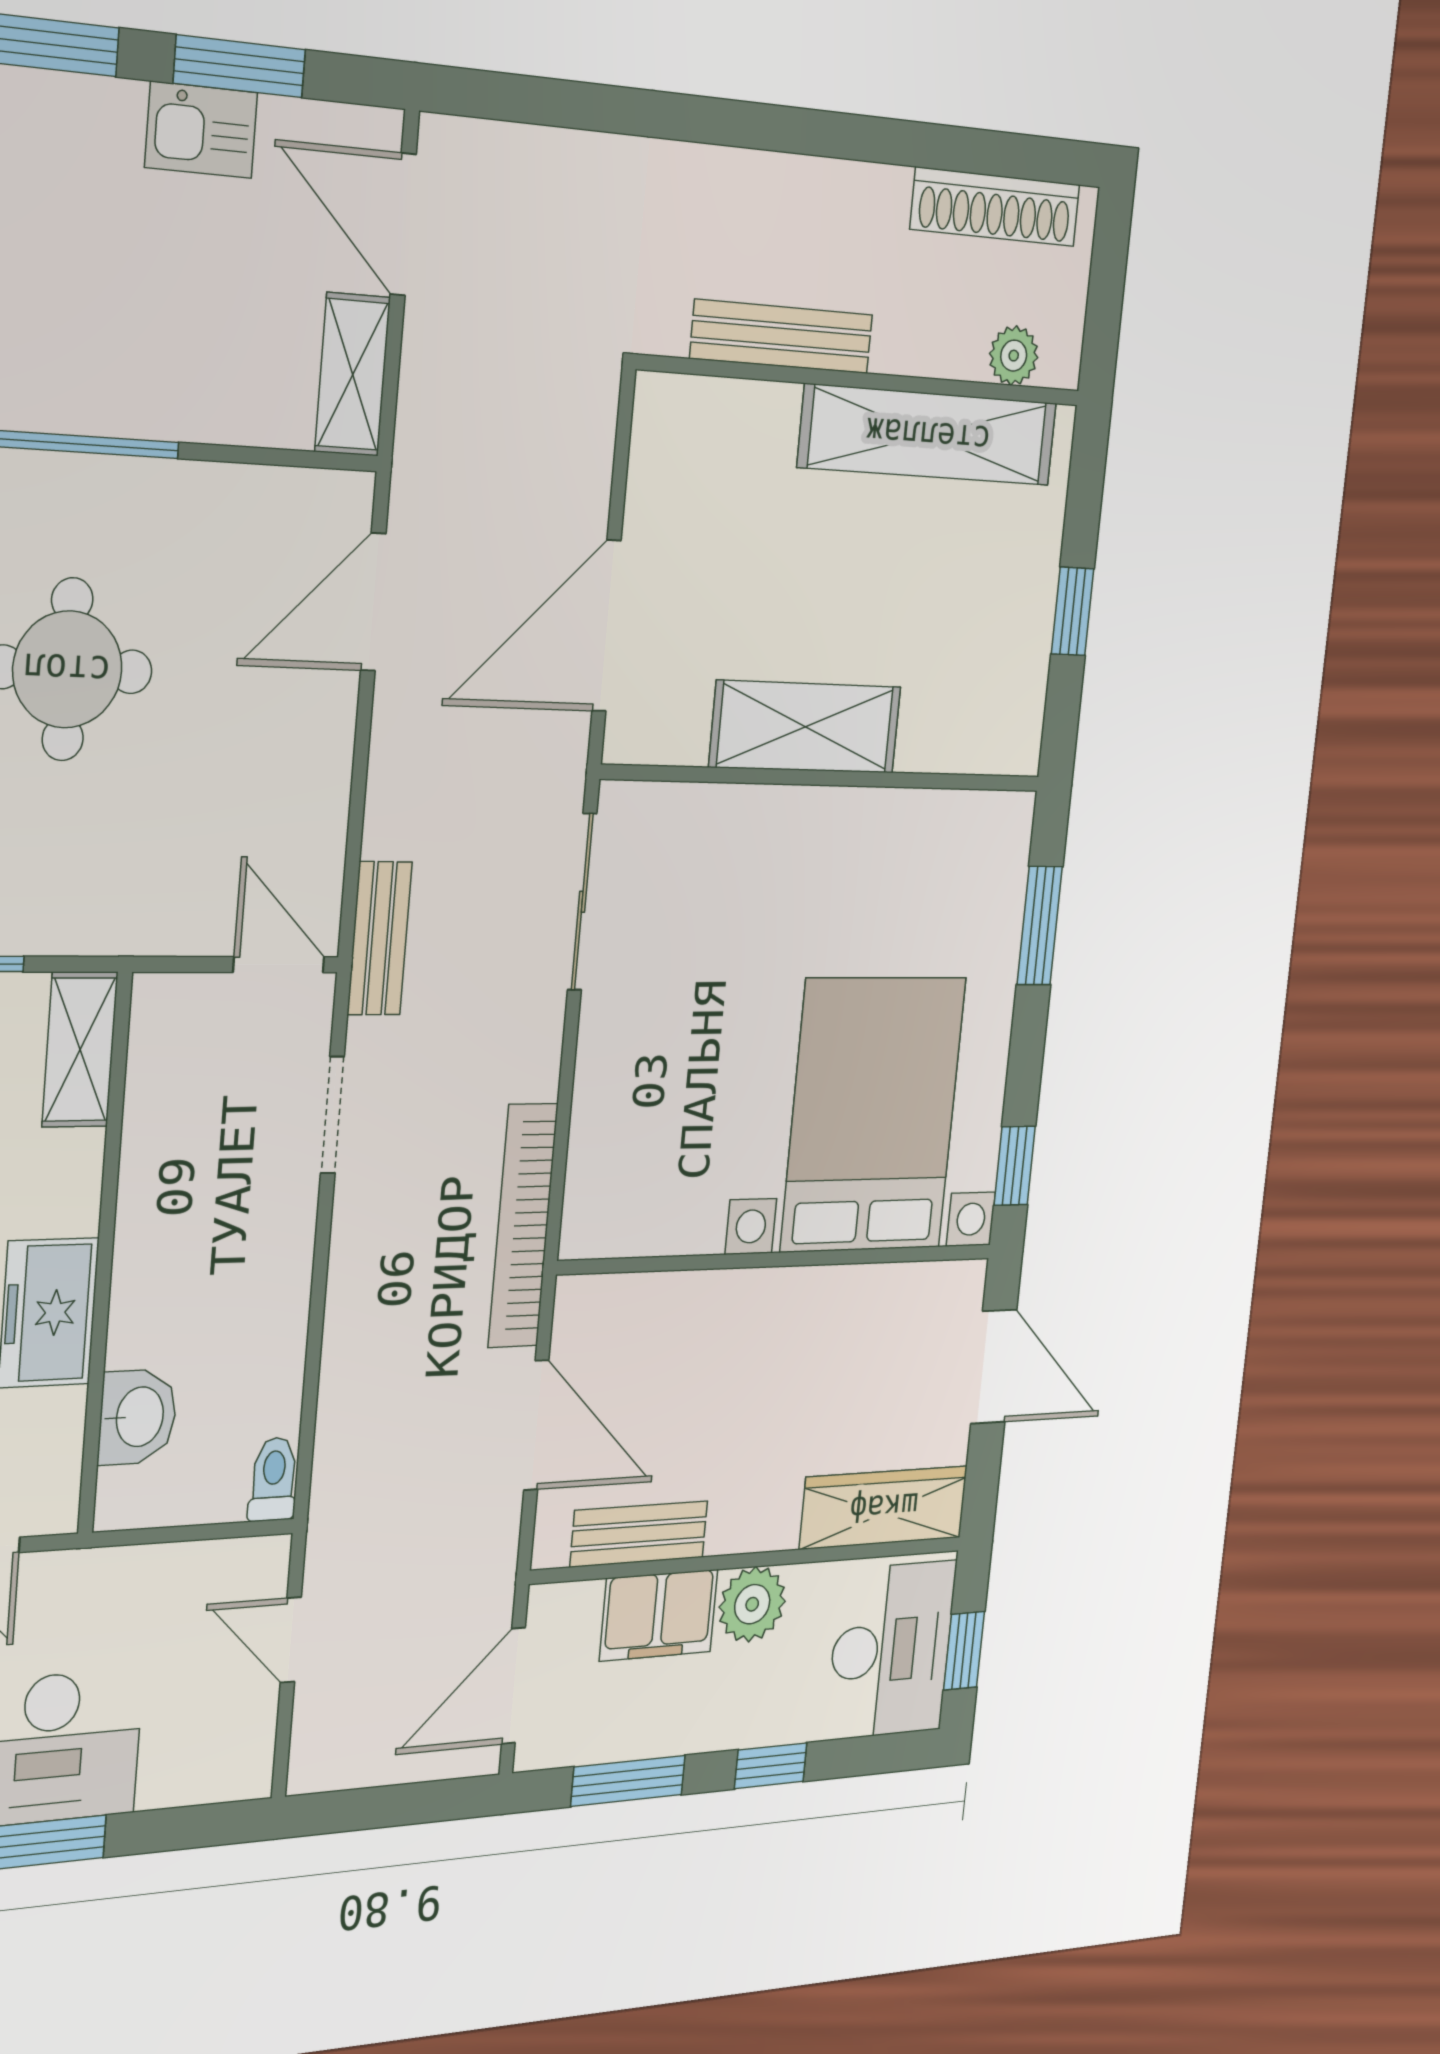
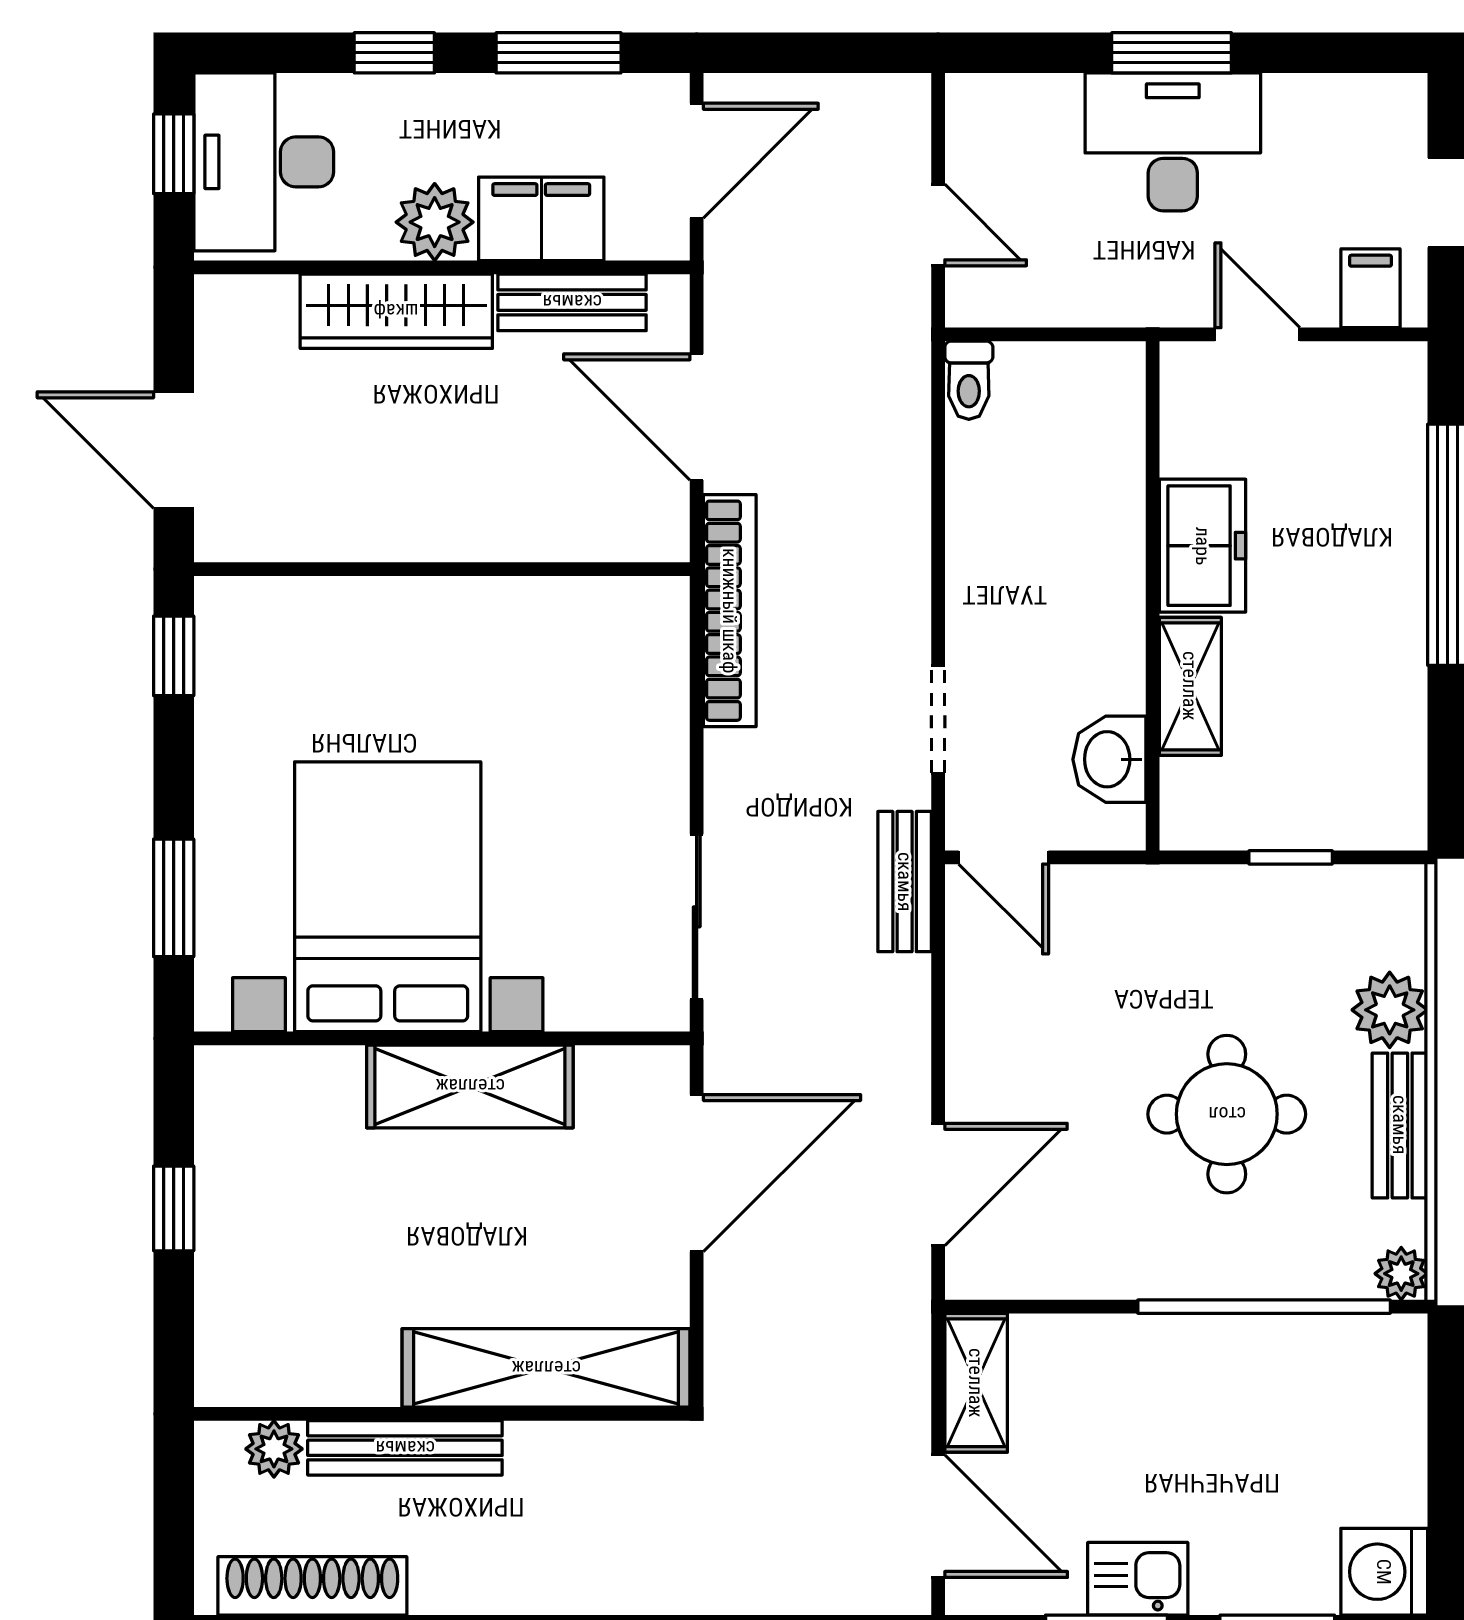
bench: (782, 337) -> (405, 1448), moved
shelving: (928, 435) -> (546, 1368), moved
shelving: (80, 1049) -> (1190, 686), moved
bed with nightstands: (873, 1114) -> (388, 897), moved, turned 180
washbasin: (138, 1417) -> (1109, 759), moved
wardrobe: (884, 1507) -> (396, 311), moved

